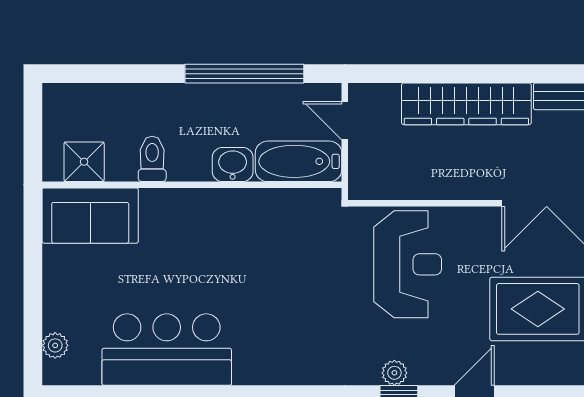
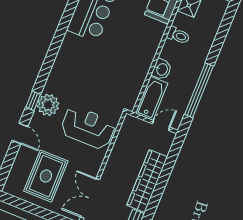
reception desk: (408, 264) -> (88, 128), turned 180
plant: (394, 373) -> (48, 105), width x1.87, depth x1.87

